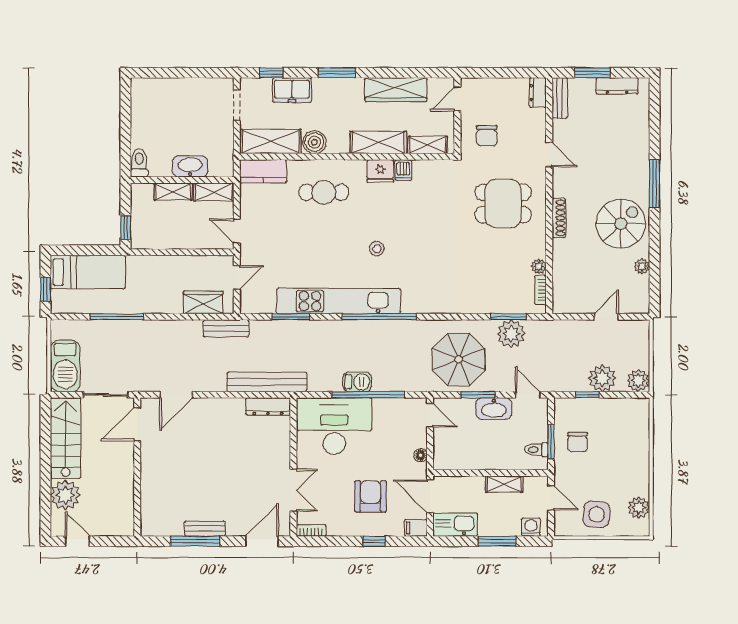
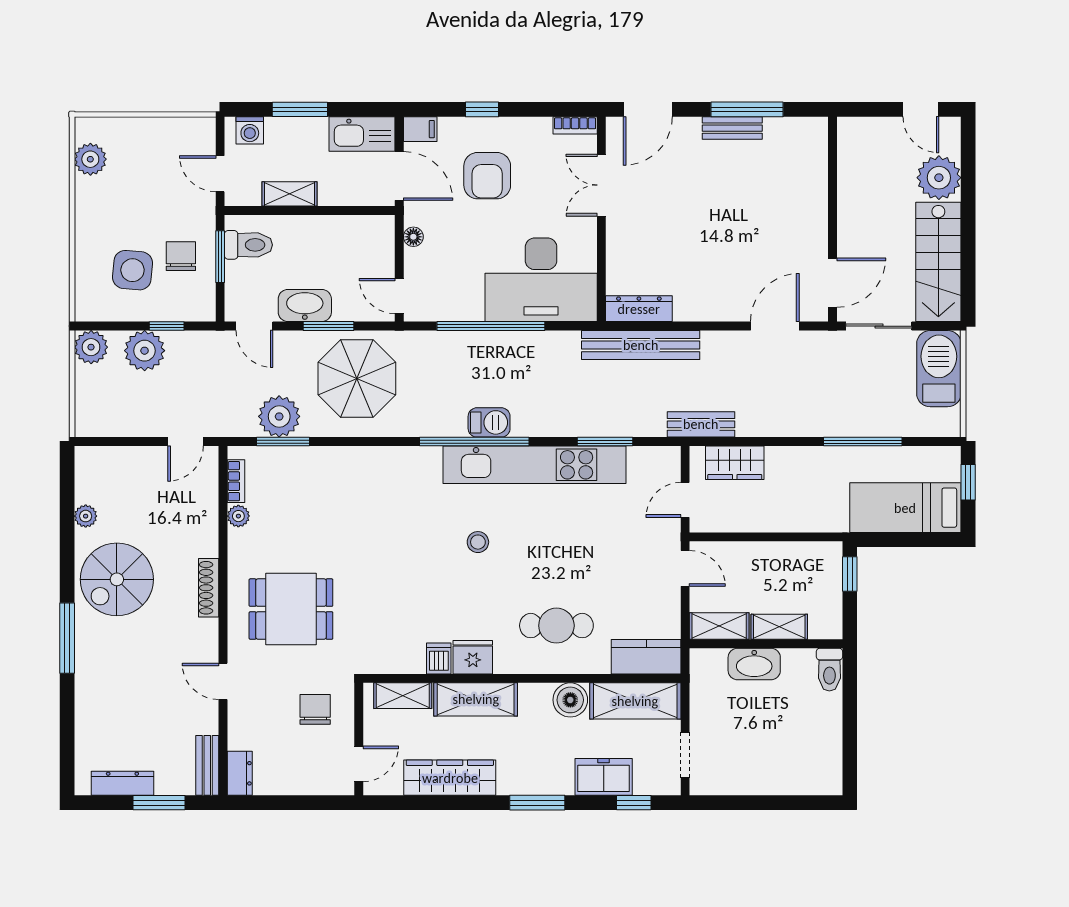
door: (606, 317) -> (185, 442), moved
barbecue: (357, 382) -> (489, 422), moved, turned 180
toilet: (536, 450) -> (248, 245), width x1.37, depth x1.39
side table: (597, 514) -> (132, 270), moved

